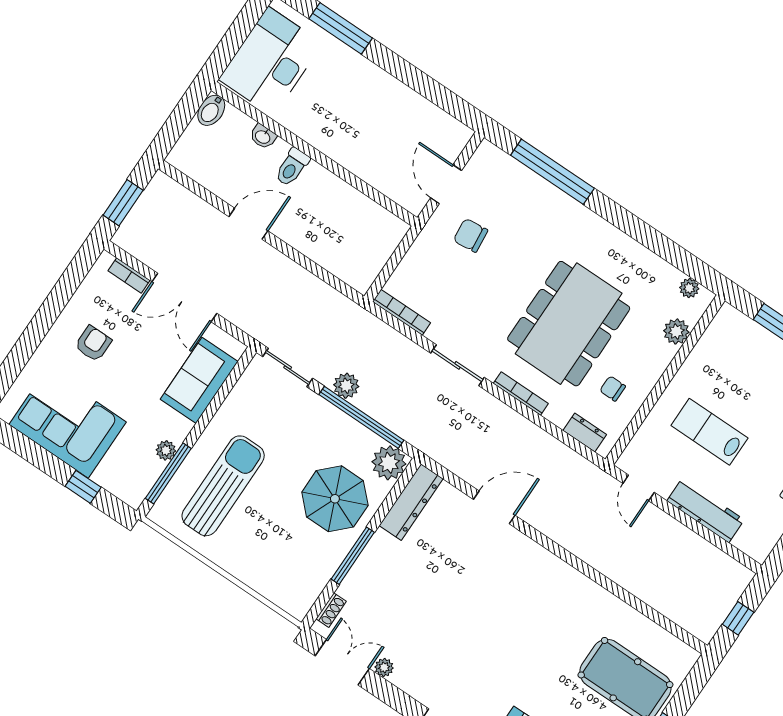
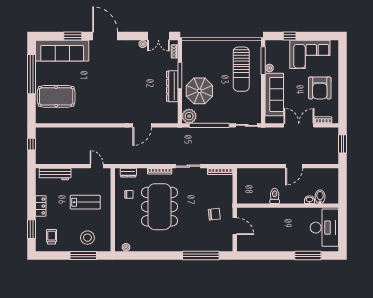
bidet: (211, 110) -> (320, 197), moved
toilet: (292, 167) -> (275, 196), moved
plant: (676, 331) -> (120, 229), removed
armchair: (93, 344) -> (320, 88), width x1.88, depth x1.88
stool: (752, 359) -> (87, 238), added
sofa: (199, 380) -> (274, 94), width x1.36
plant: (346, 386) -> (222, 133), removed
dresser: (411, 502) -> (172, 86), moved
workbench: (706, 510) -> (55, 174), moved

